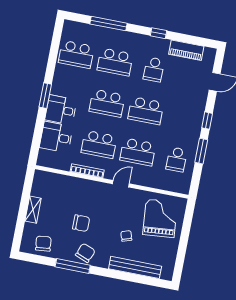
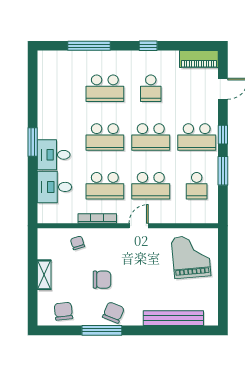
piano: (186, 50) -> (199, 59), moved
school desk: (76, 54) -> (197, 137), moved
chair: (126, 236) -> (77, 243), moved

